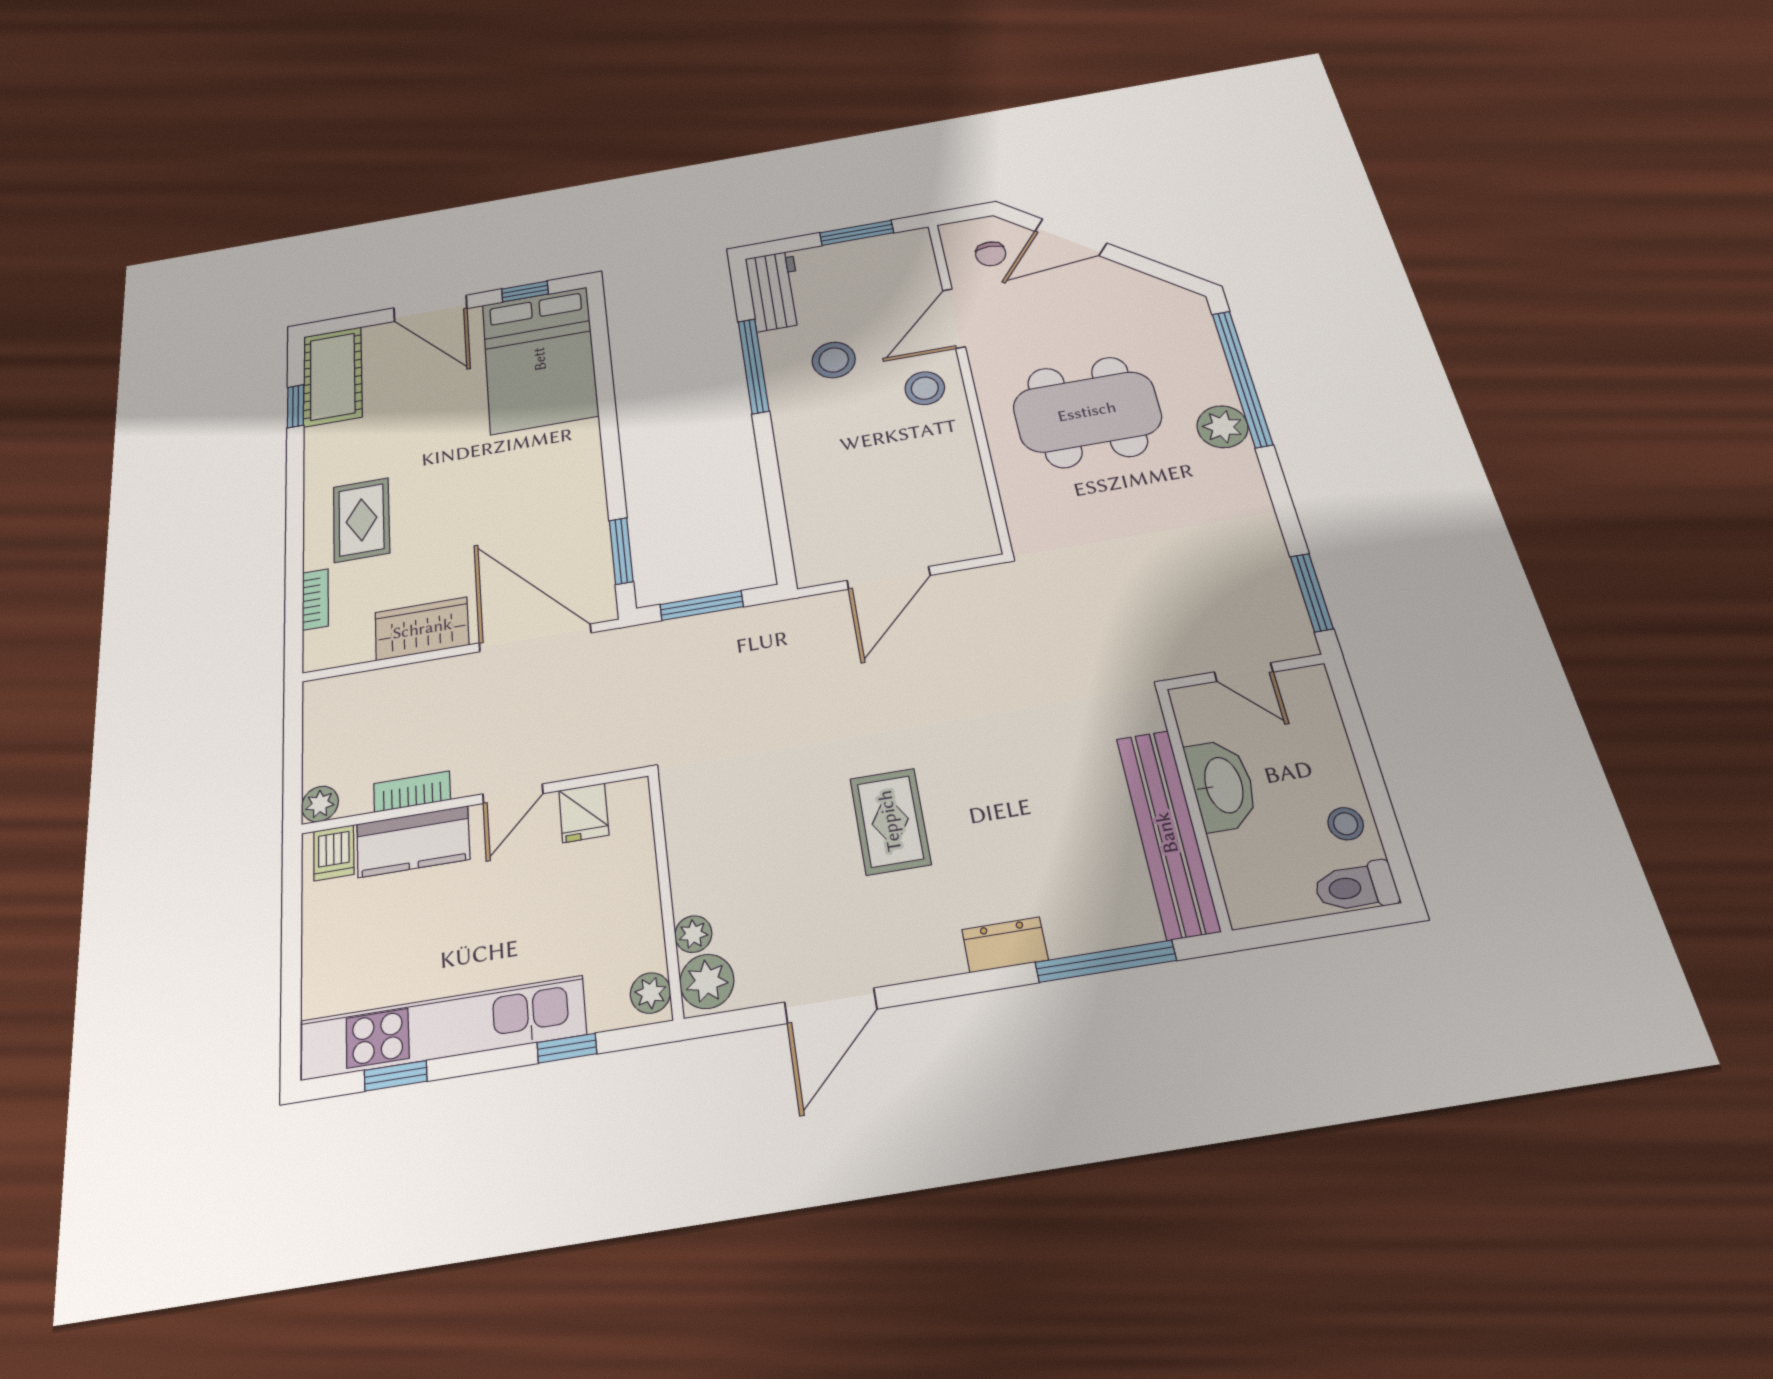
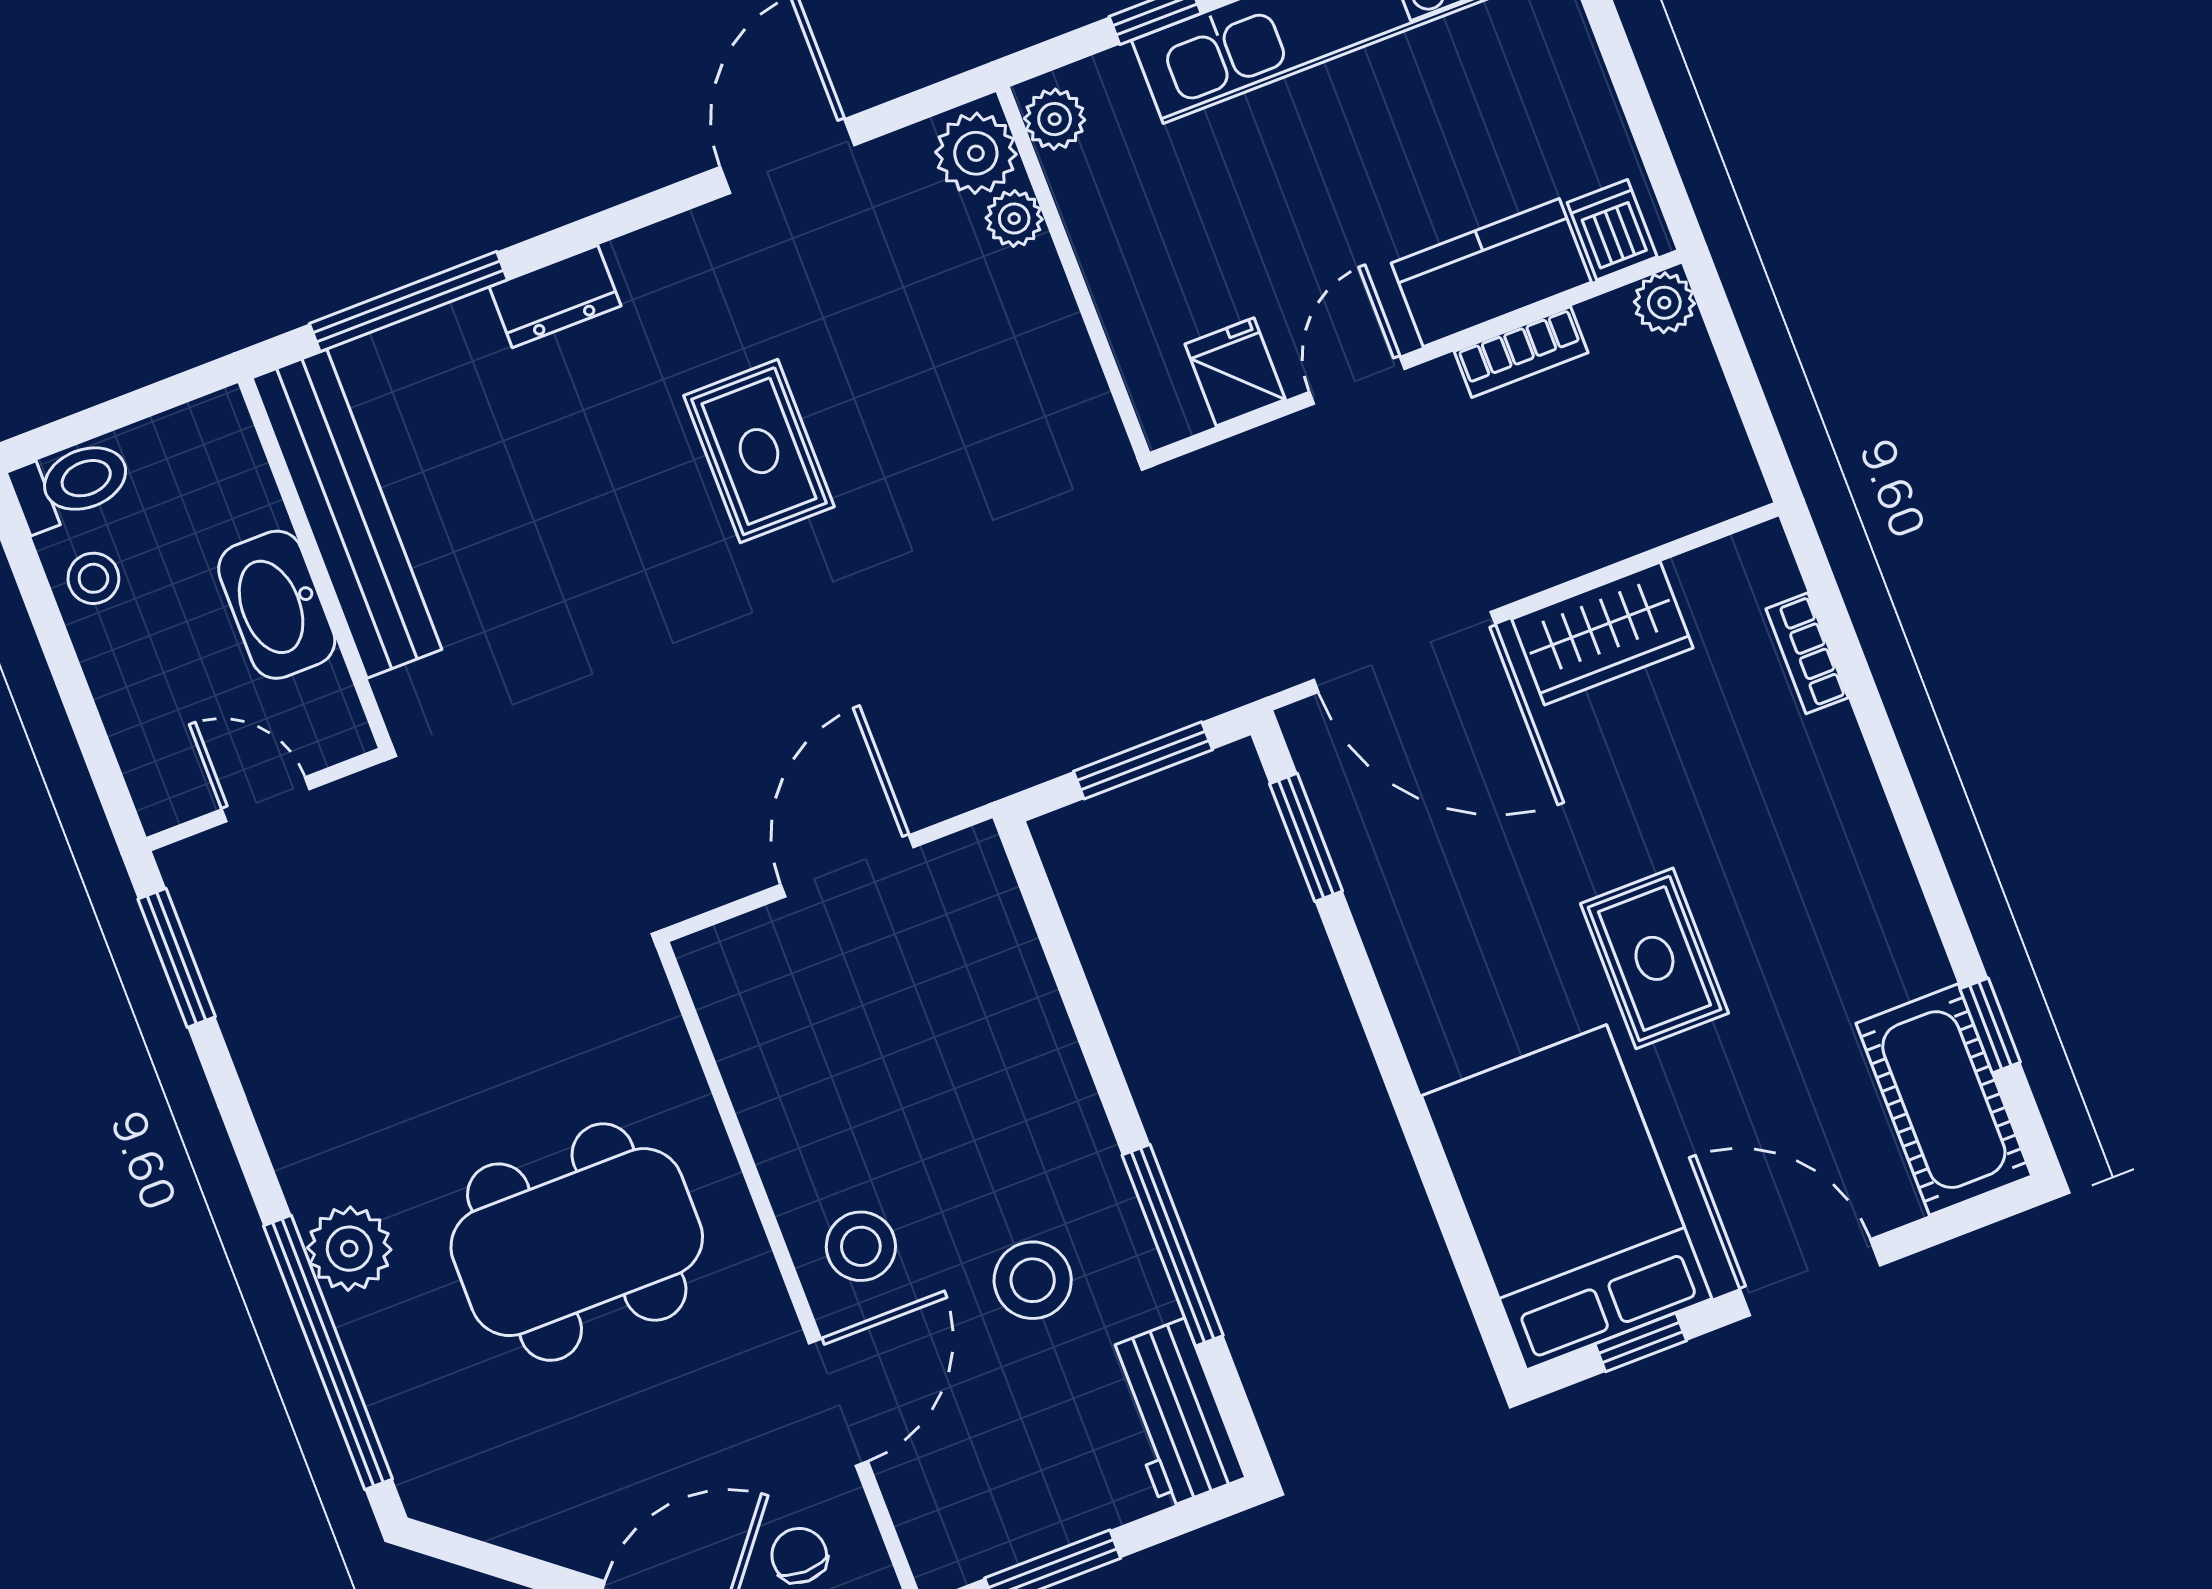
rug: (361, 520) -> (1654, 958), moved

